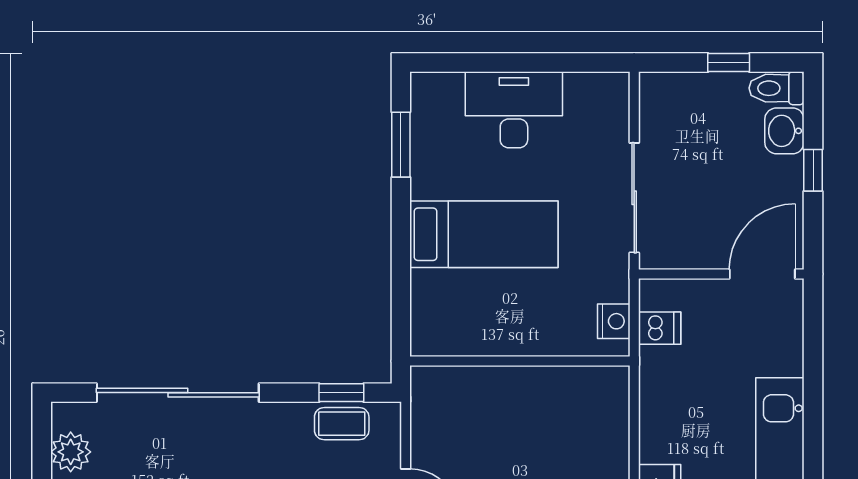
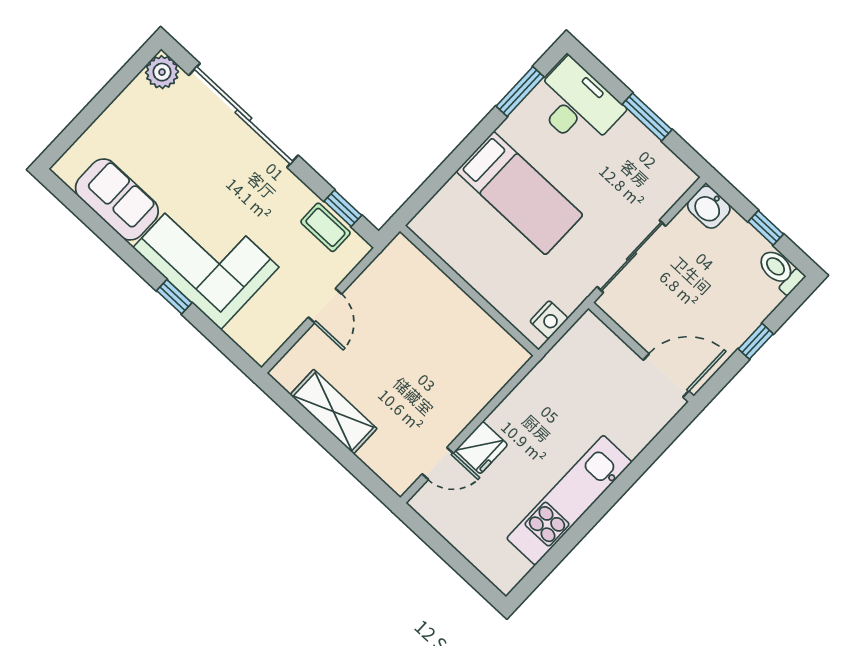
window: (533, 63) -> (647, 117), added
desk: (514, 110) -> (577, 105), moved
washbasin: (784, 131) -> (709, 207), moved, turned -90
dishwasher: (660, 328) -> (573, 350), removed
plant: (71, 452) -> (162, 72), moved

